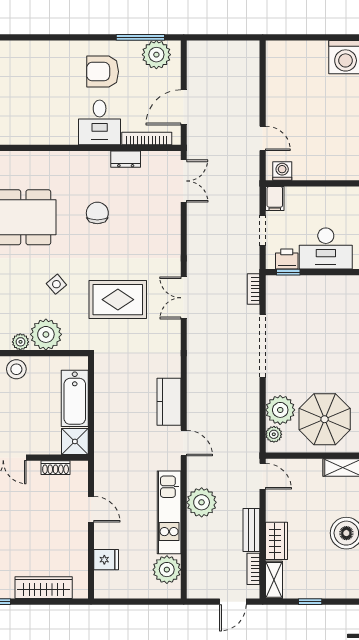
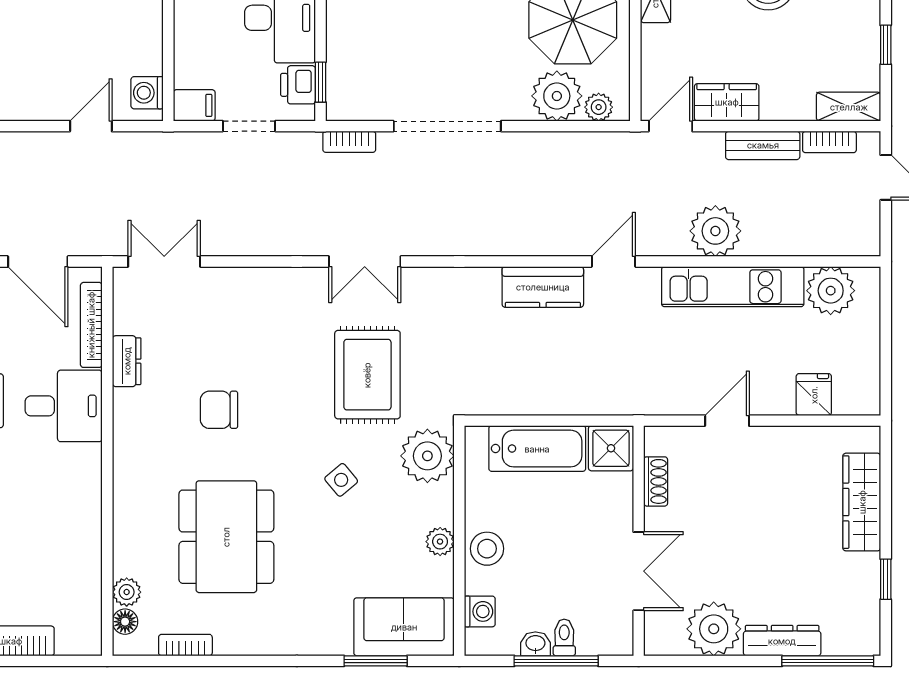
plant: (46, 334) -> (427, 456), moved
wardrobe: (277, 541) -> (727, 102), moved

